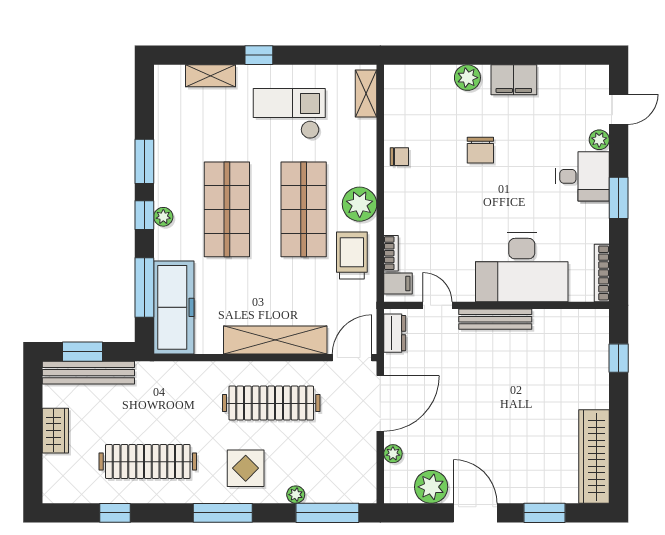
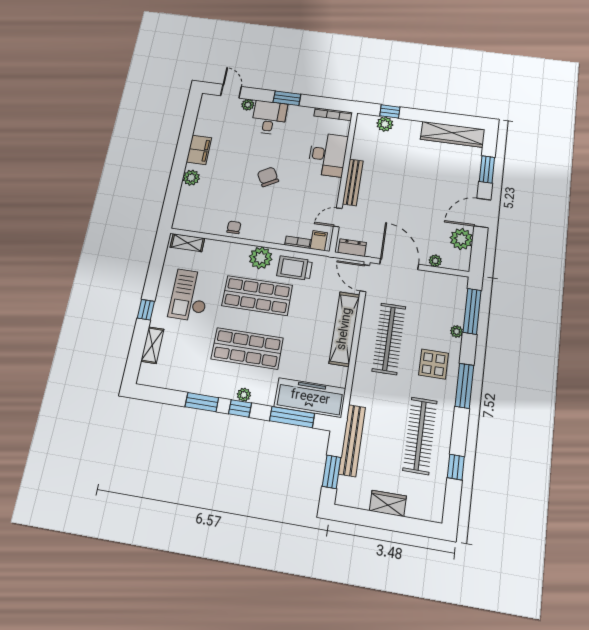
chair: (480, 150) -> (268, 177), moved, turned -119
desk: (522, 267) -> (328, 155), width x0.73, depth x0.77
plant: (596, 353) -> (385, 124), added
bench: (88, 373) -> (352, 440), moved

